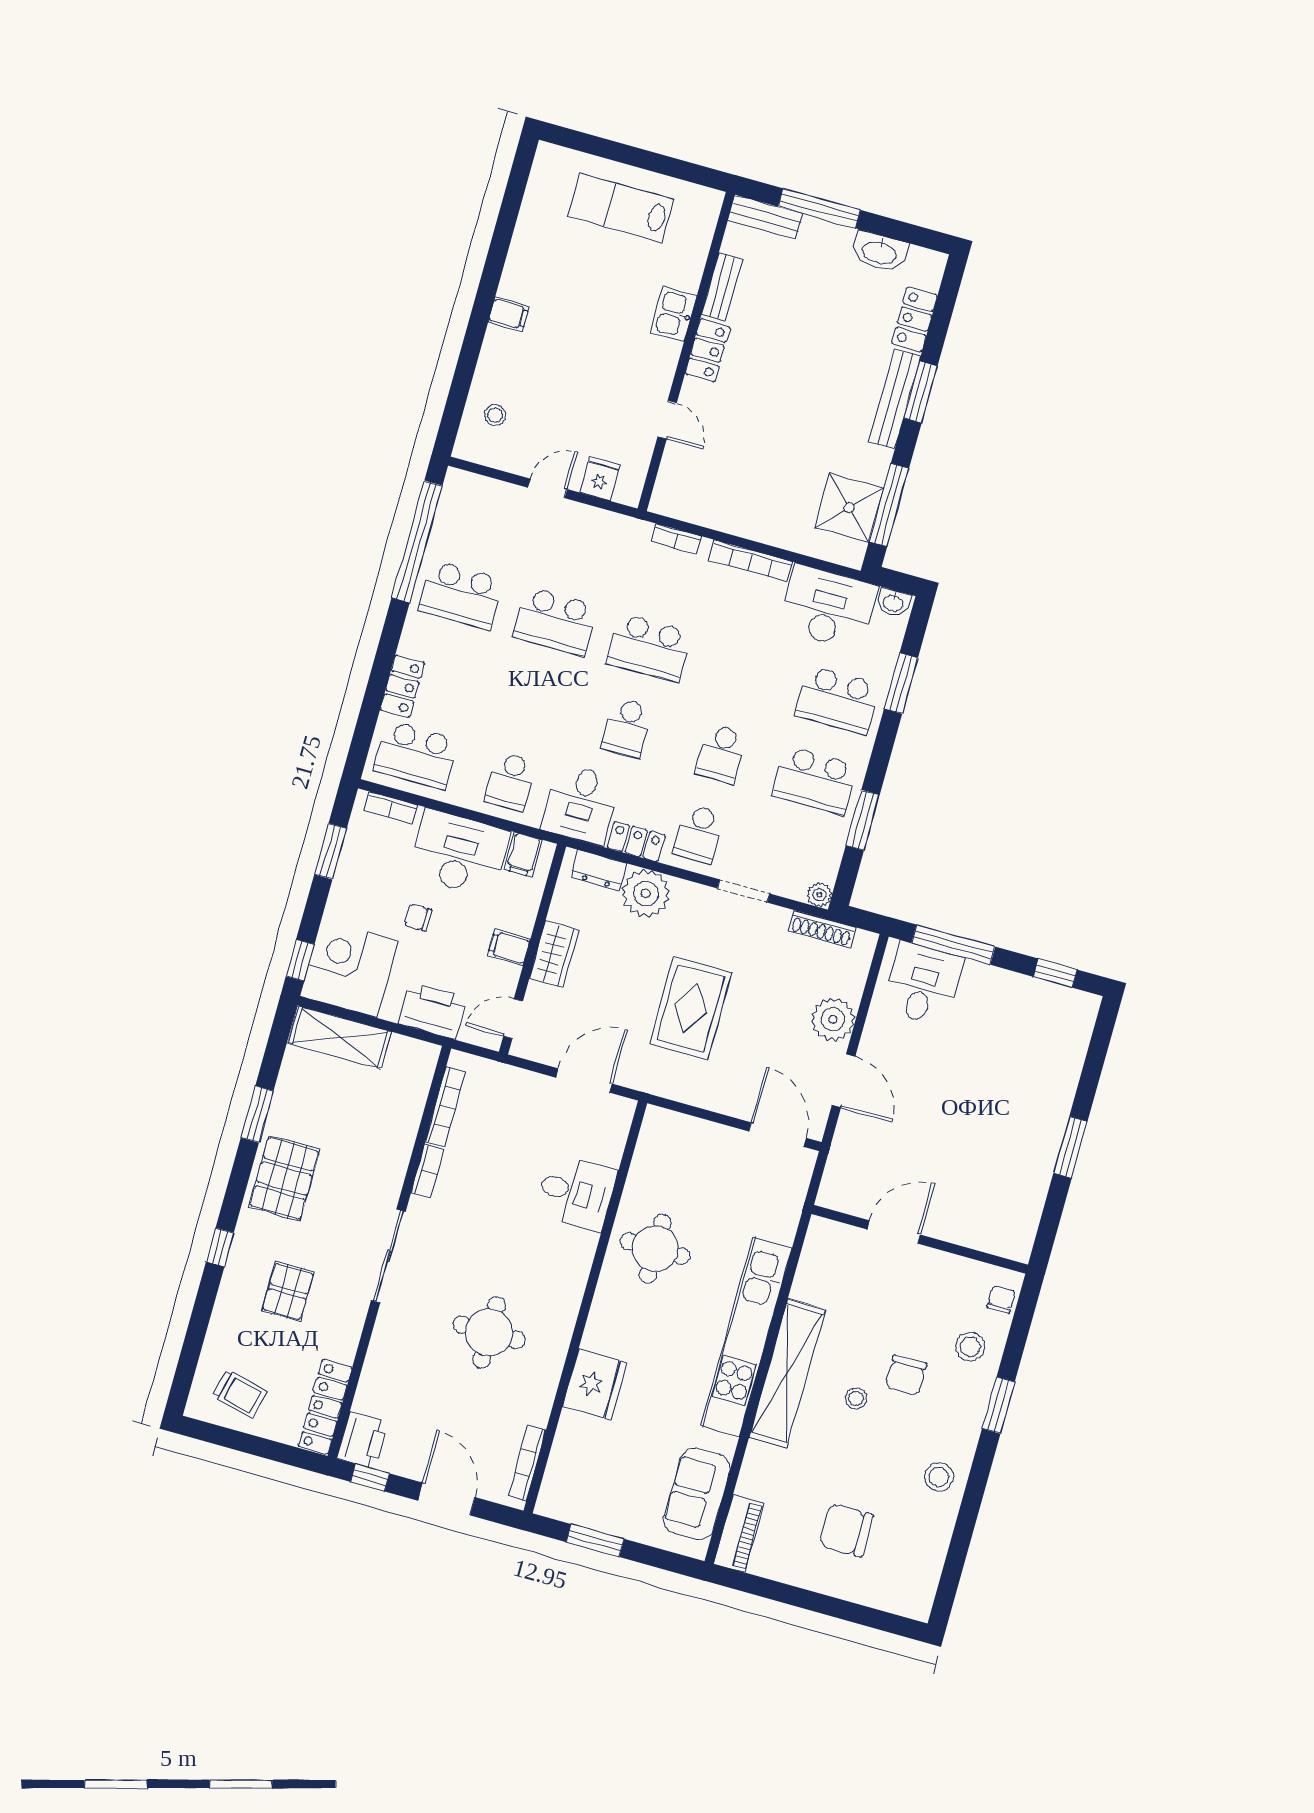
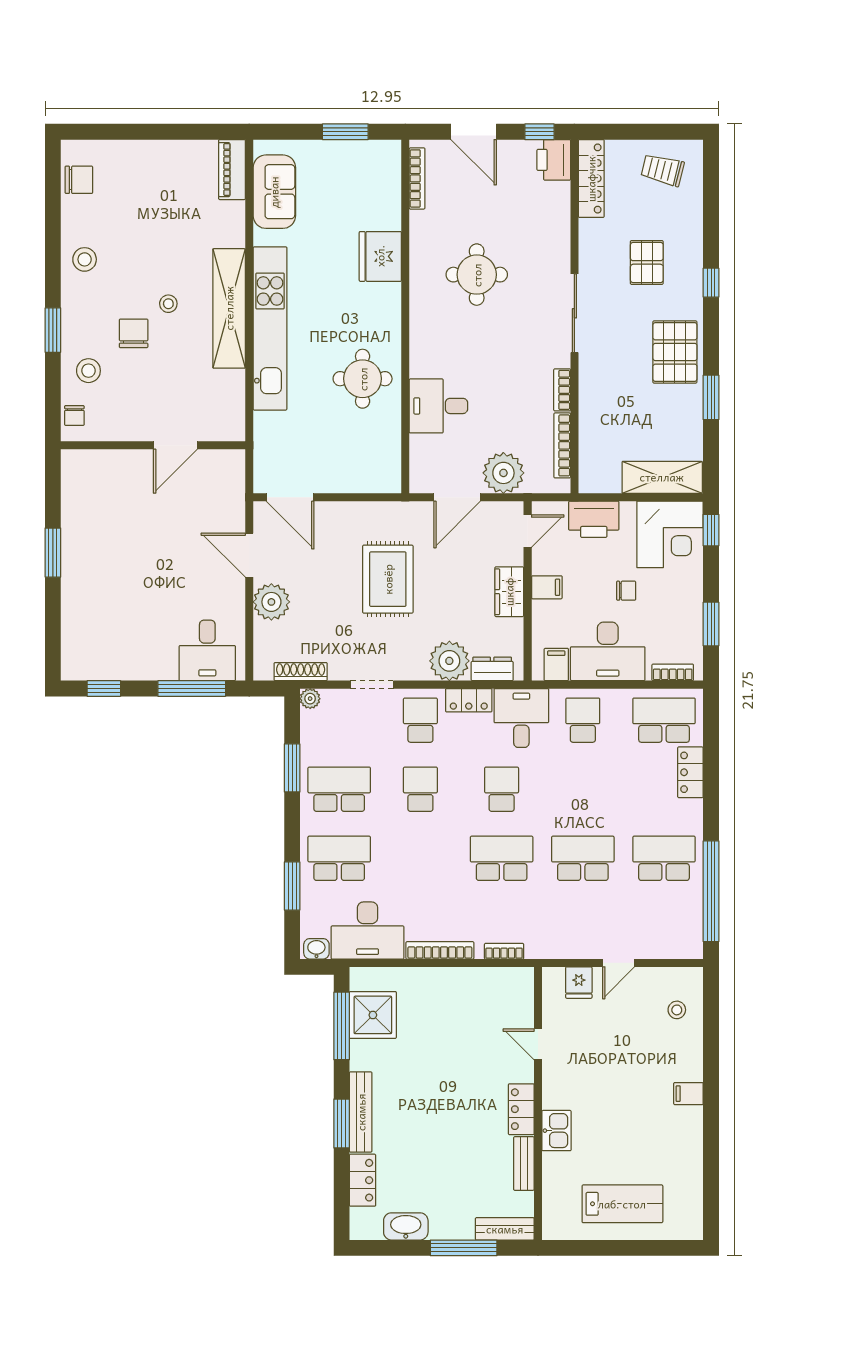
plant: (522, 1094) -> (503, 473), added
chair: (846, 1530) -> (79, 180), moved, width x0.73, depth x0.73

